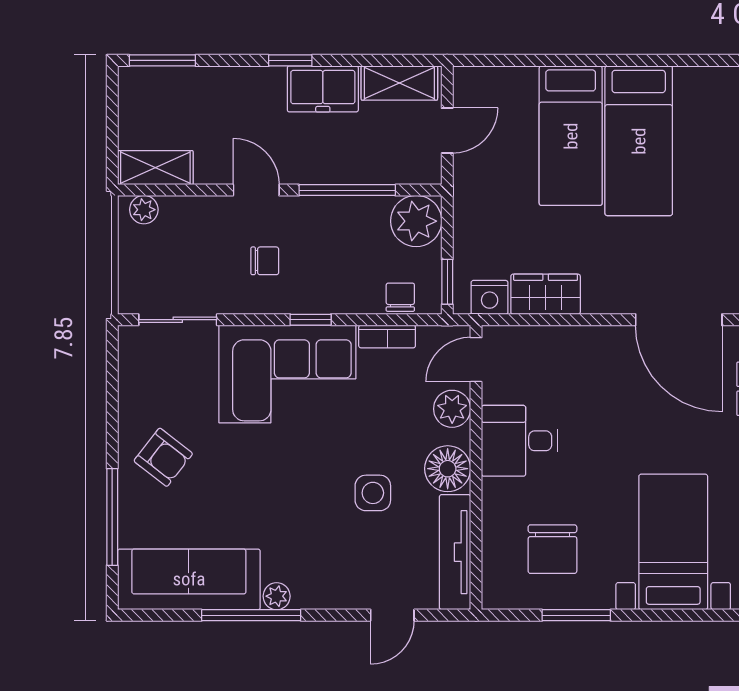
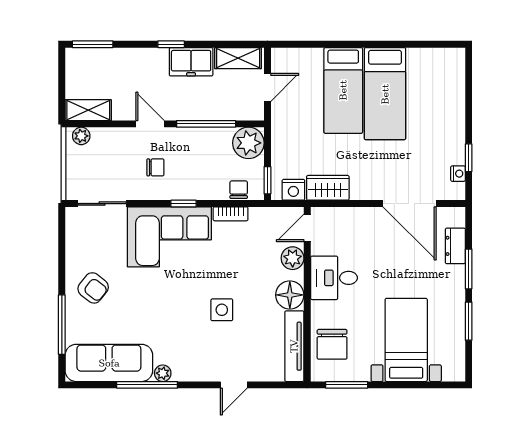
door: (476, 360) -> (307, 228), moved
plant: (452, 409) -> (293, 258), moved
desk: (520, 441) -> (334, 278), moved
wall: (476, 467) -> (307, 294), moved
floor lamp: (448, 469) -> (290, 295), moved
tv unit: (455, 552) -> (294, 346), moved

